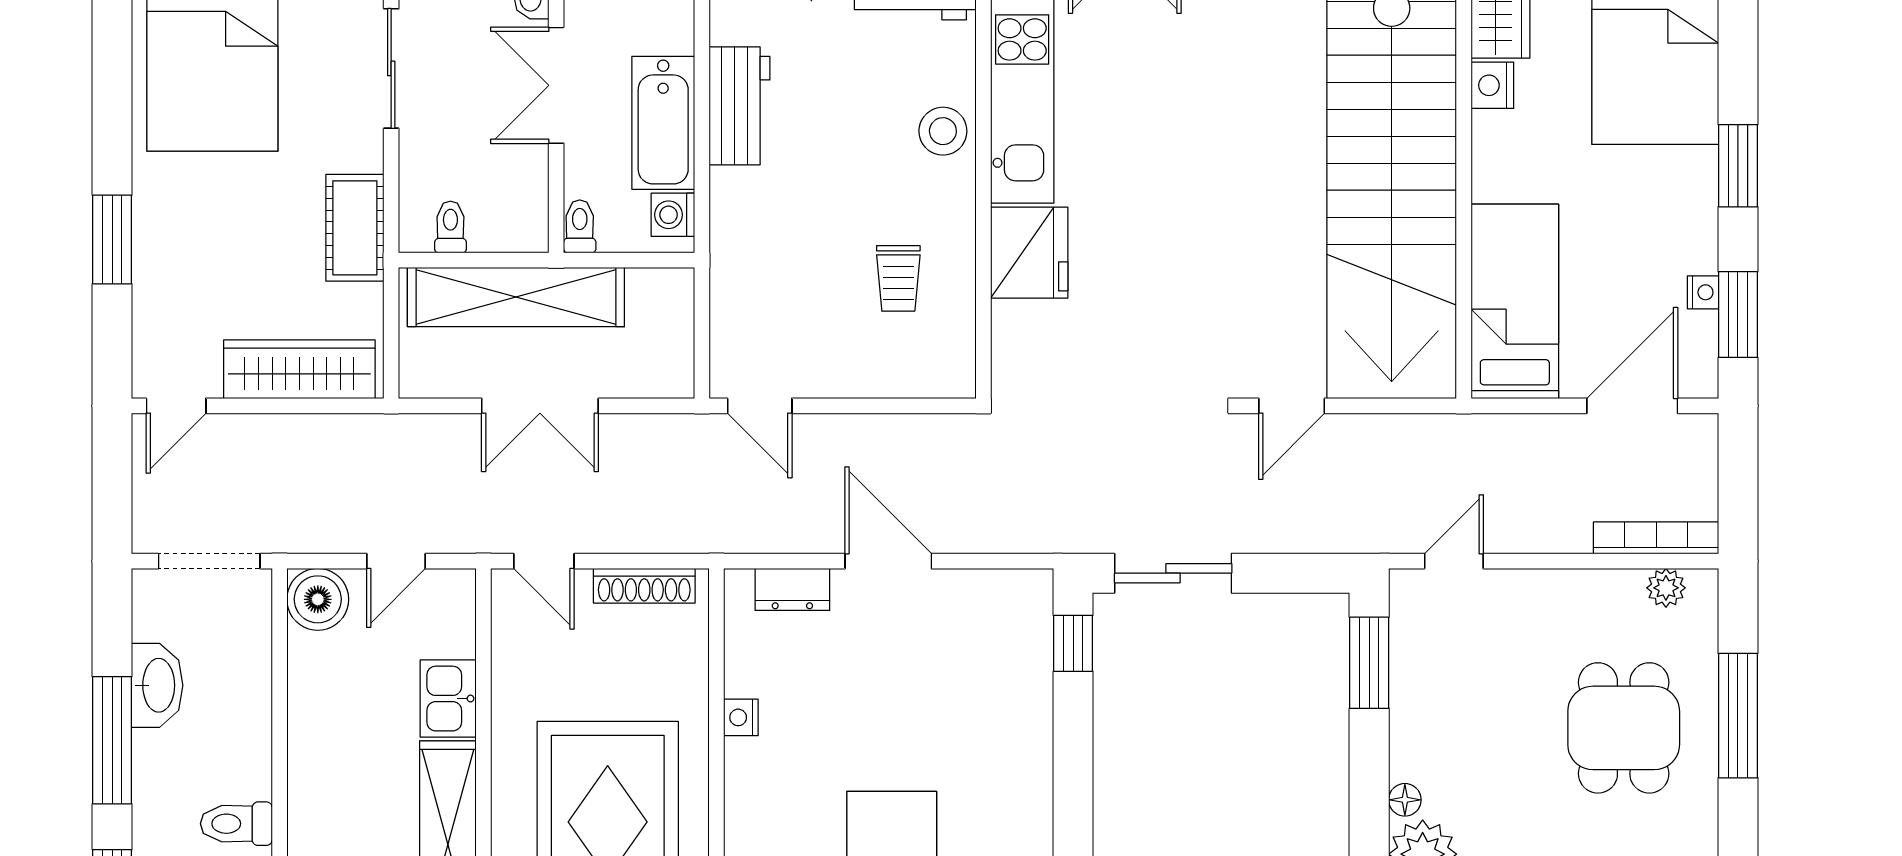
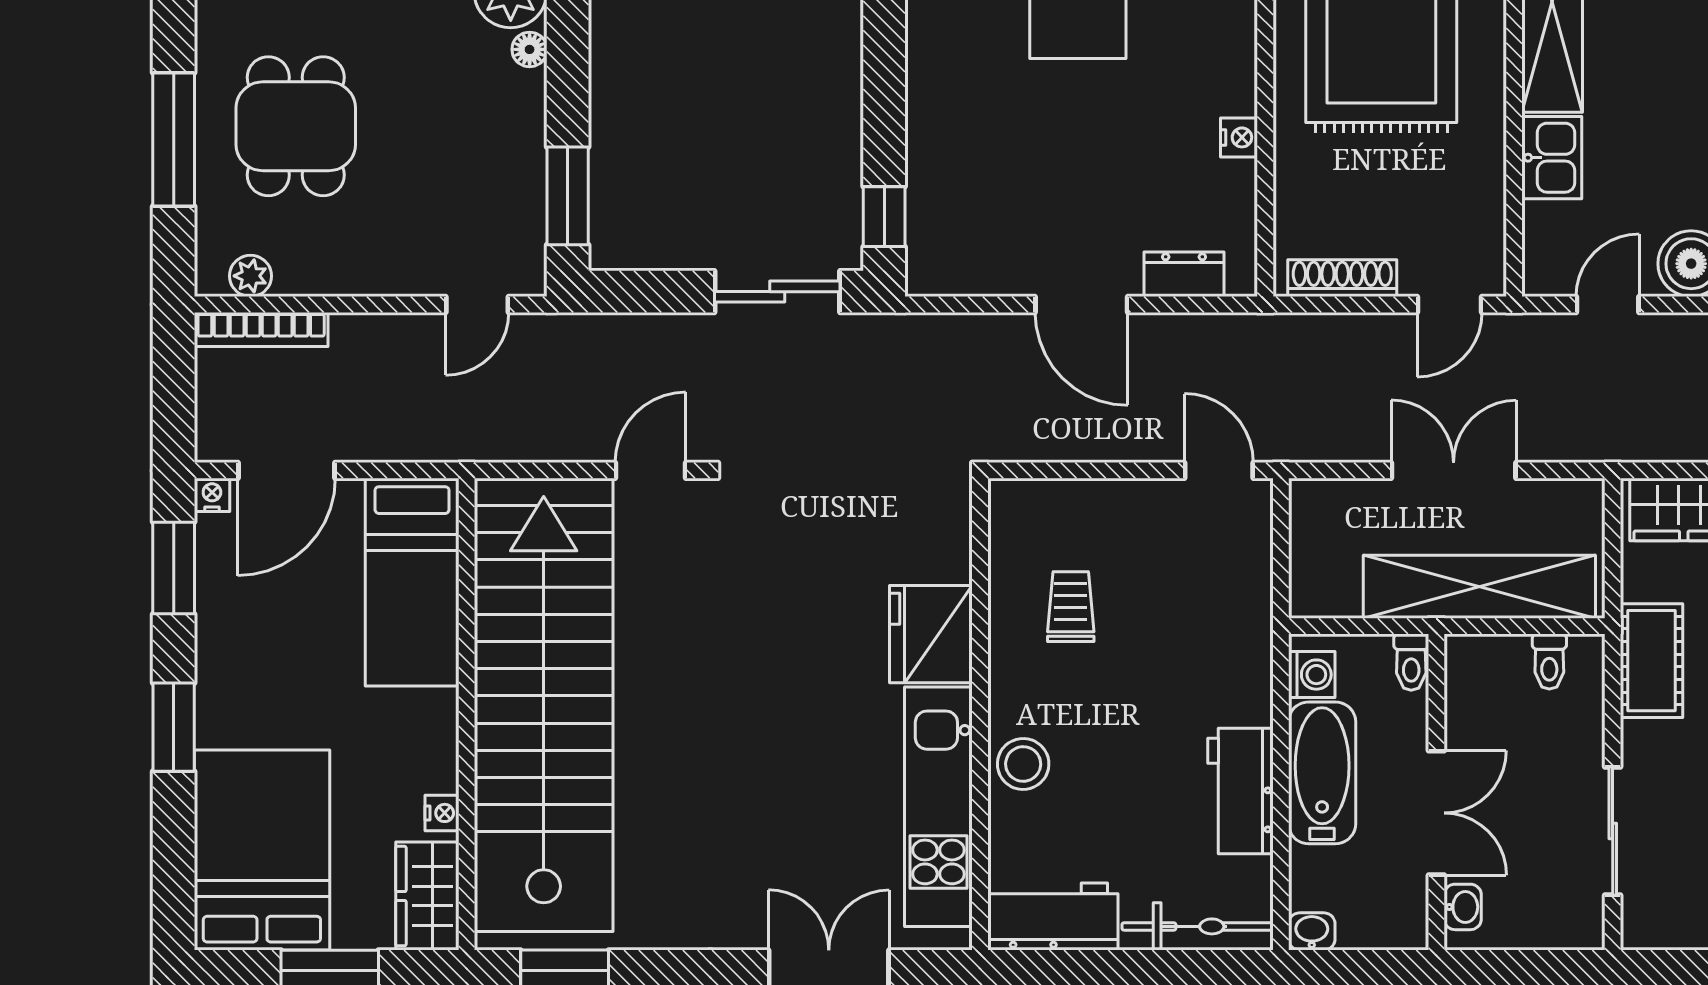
nightstand: (1492, 85) -> (442, 813), width x0.72, depth x0.74
nightstand: (1703, 292) -> (212, 495), moved, turned 90
door: (544, 561) -> (1450, 305), swing flipped

